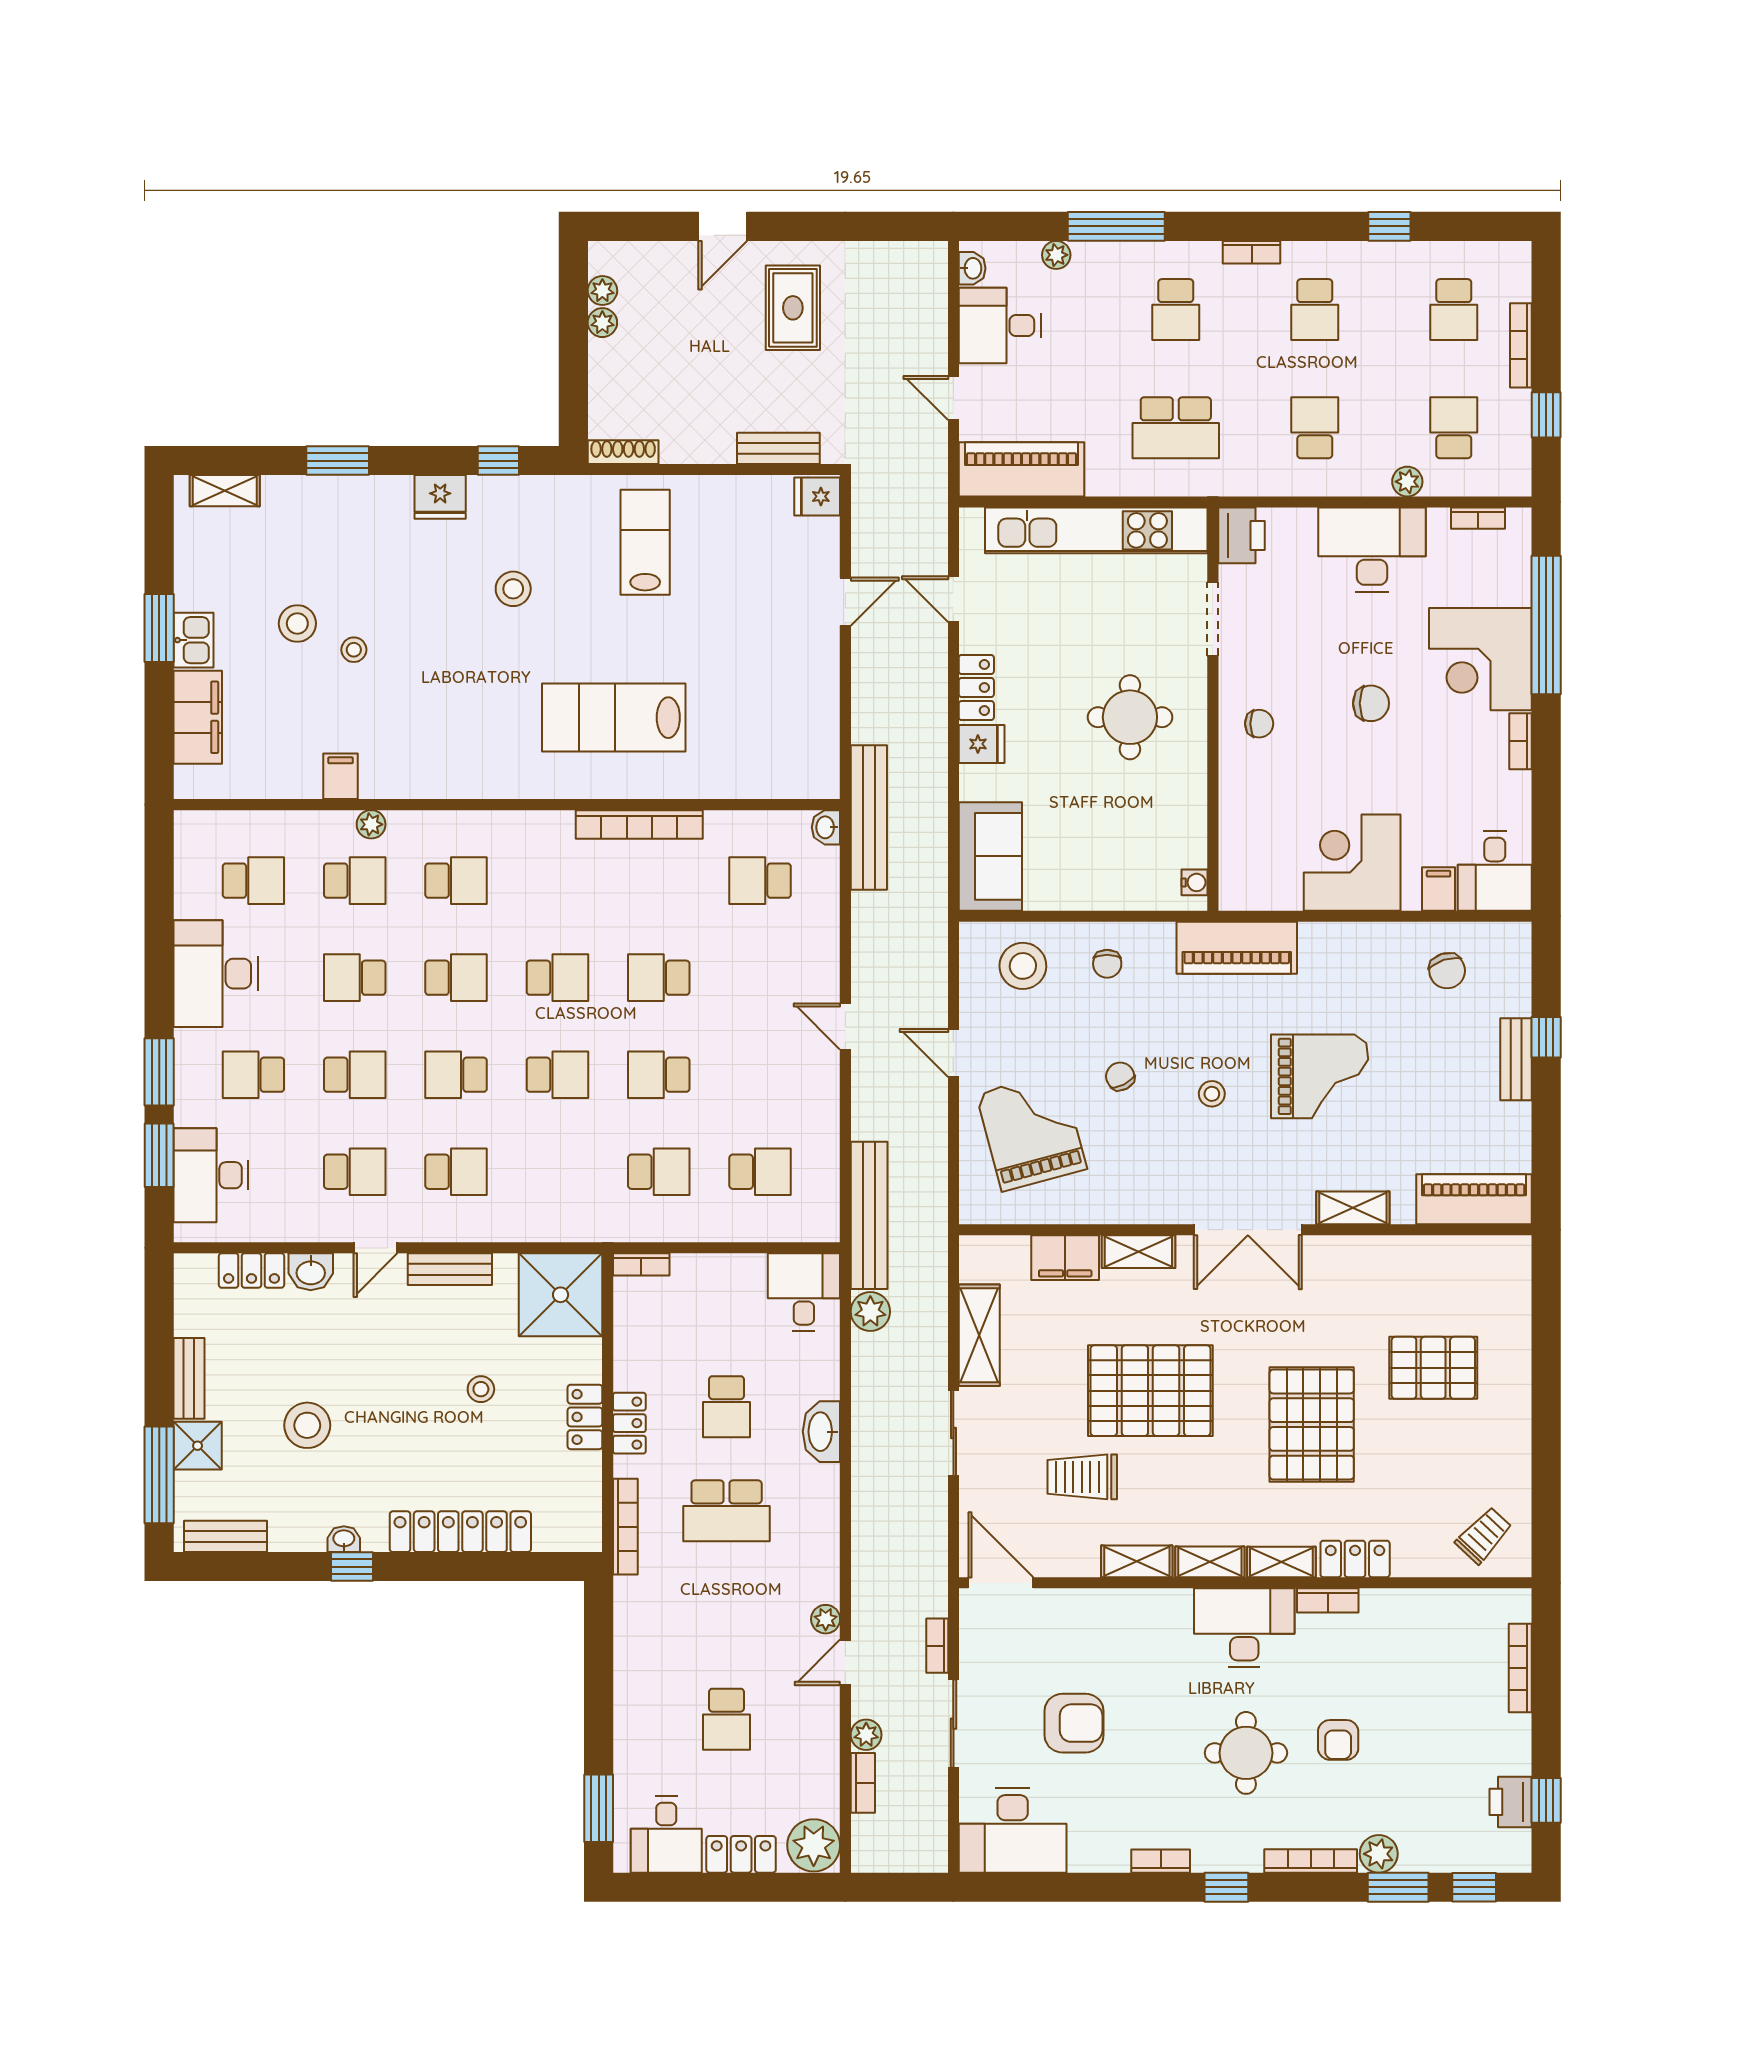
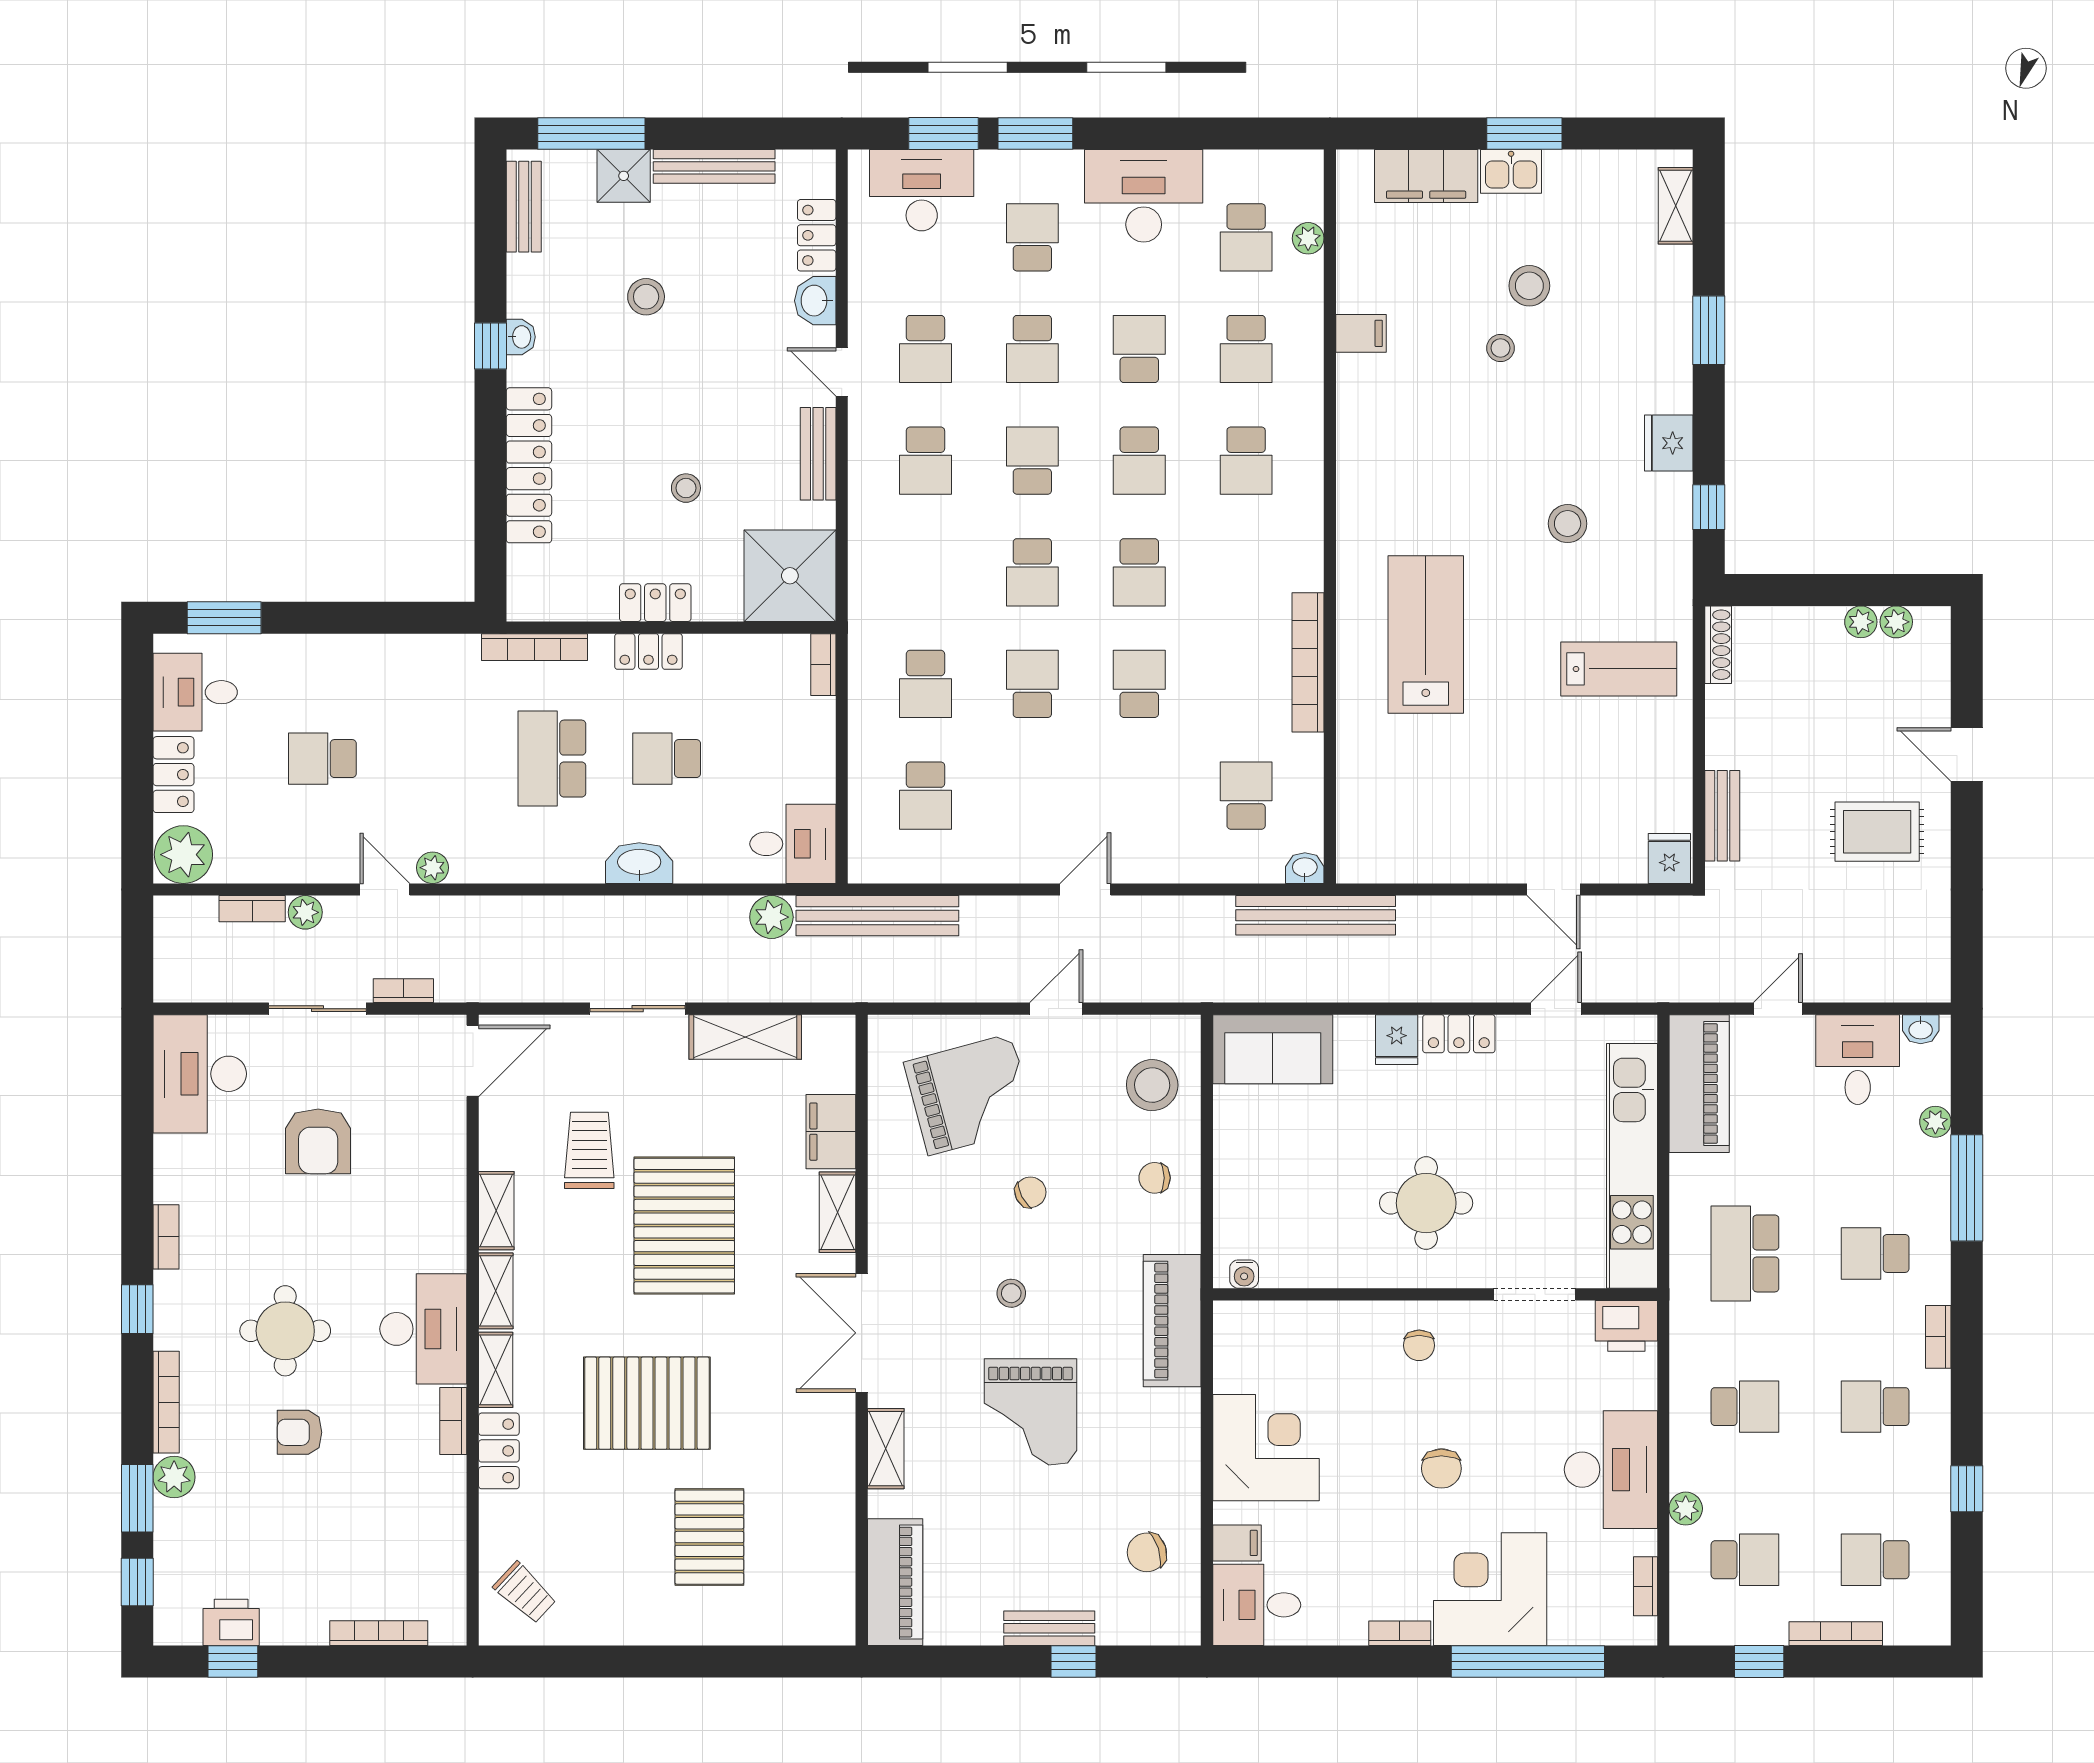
plant: (371, 824) -> (1308, 238), moved
bench: (189, 1378) -> (714, 166), width x1.36
stool: (307, 1425) -> (646, 297), width x0.73, depth x0.73

